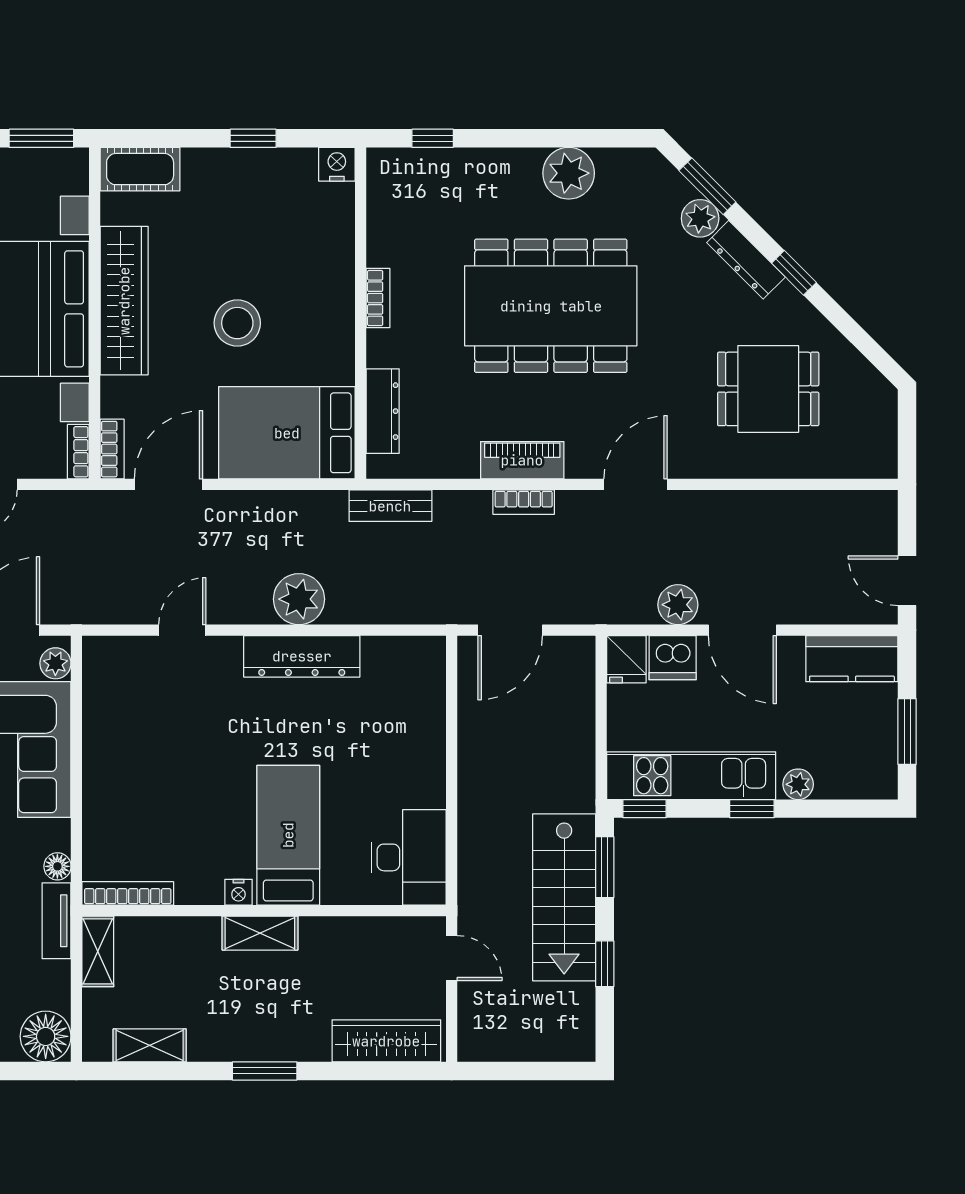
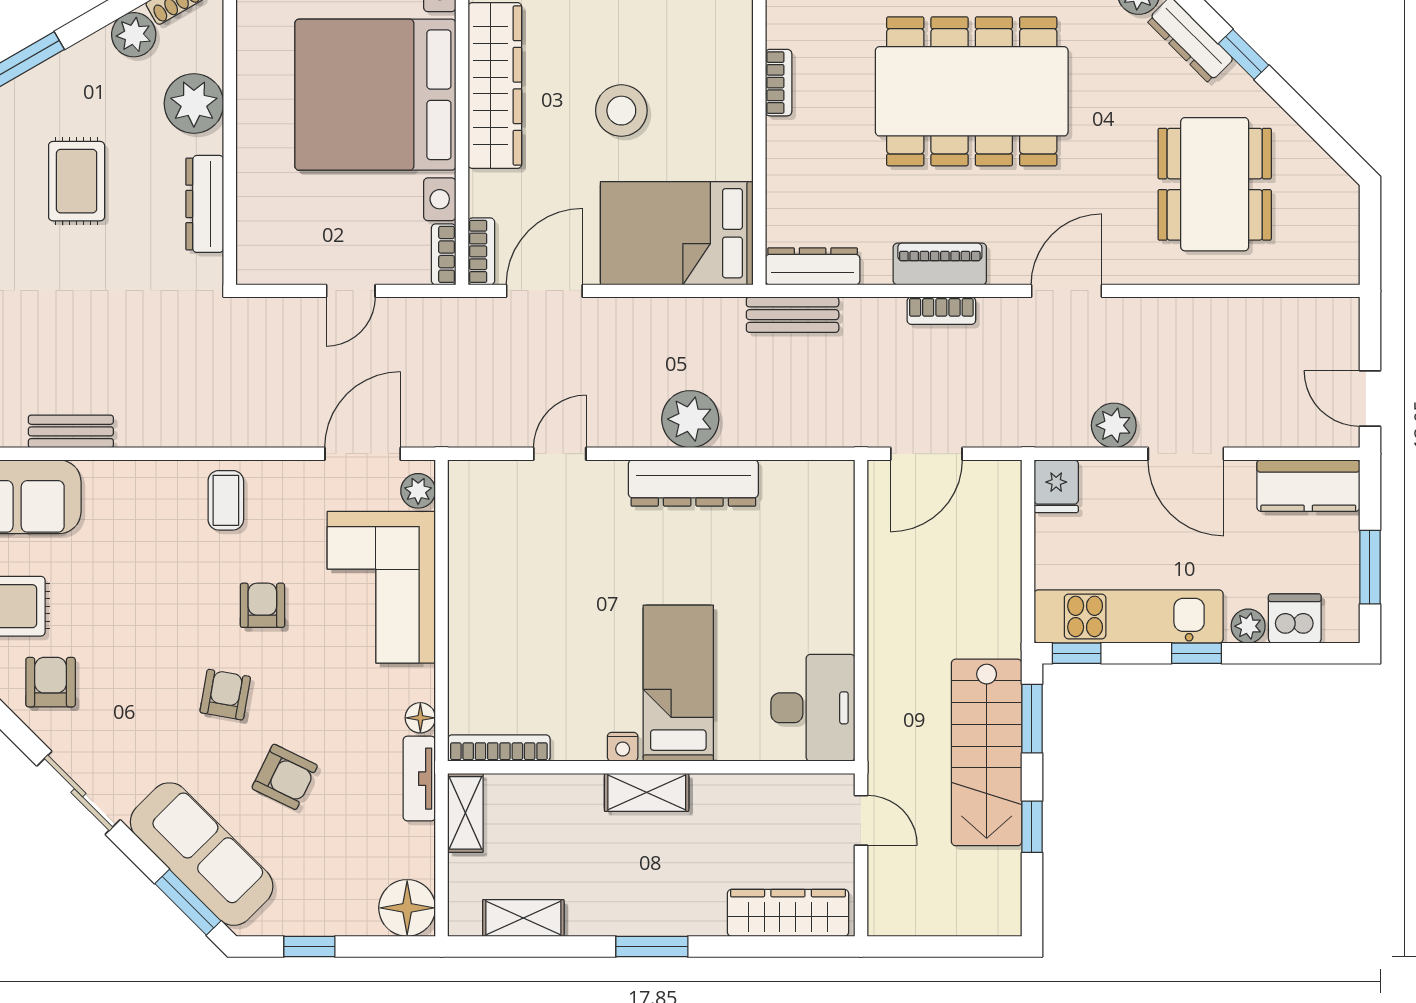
dining table: (768, 389) -> (1215, 184), width x1.38
dresser: (383, 411) -> (813, 266), moved, turned -90
dishwasher: (673, 658) -> (1295, 618), moved, turned 180

